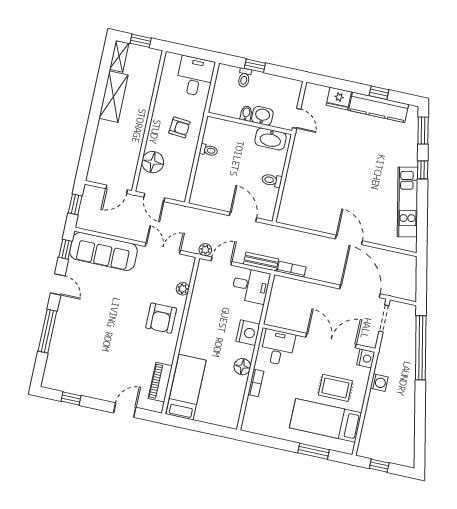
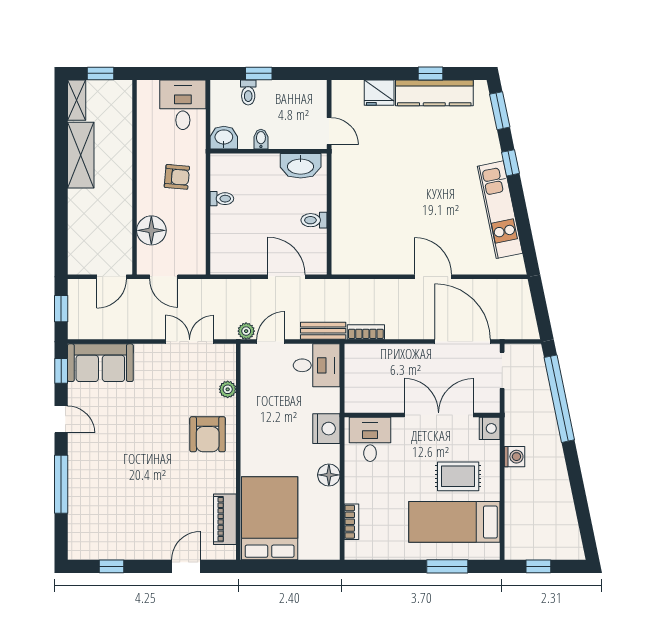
washbasin: (262, 116) -> (224, 138), moved
sofa: (104, 251) -> (100, 363), width x0.73
bookcase: (256, 383) -> (351, 522), moved
bed: (186, 387) -> (270, 518), width x1.50

